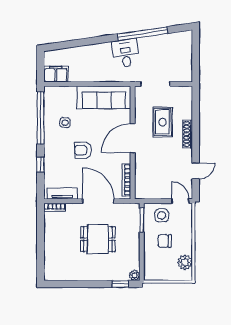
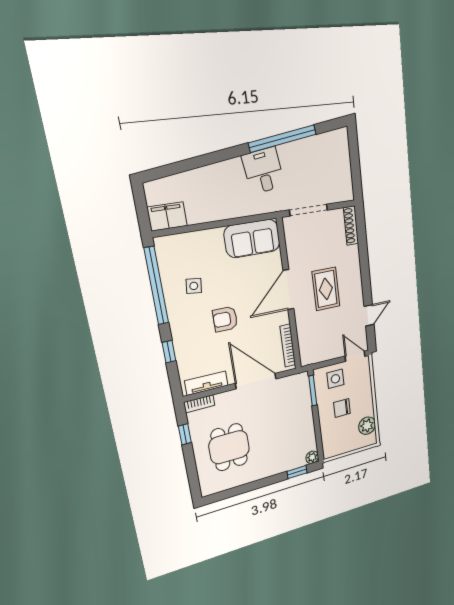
sofa: (104, 97) -> (252, 238), width x0.73
rug: (163, 122) -> (326, 289), moved
shoe rack: (188, 134) -> (351, 226), moved
window: (40, 227) -> (185, 434), added
dining table: (98, 239) -> (229, 447), moved, turned 90

